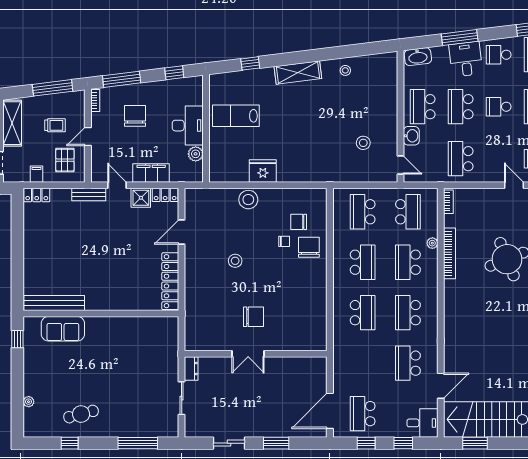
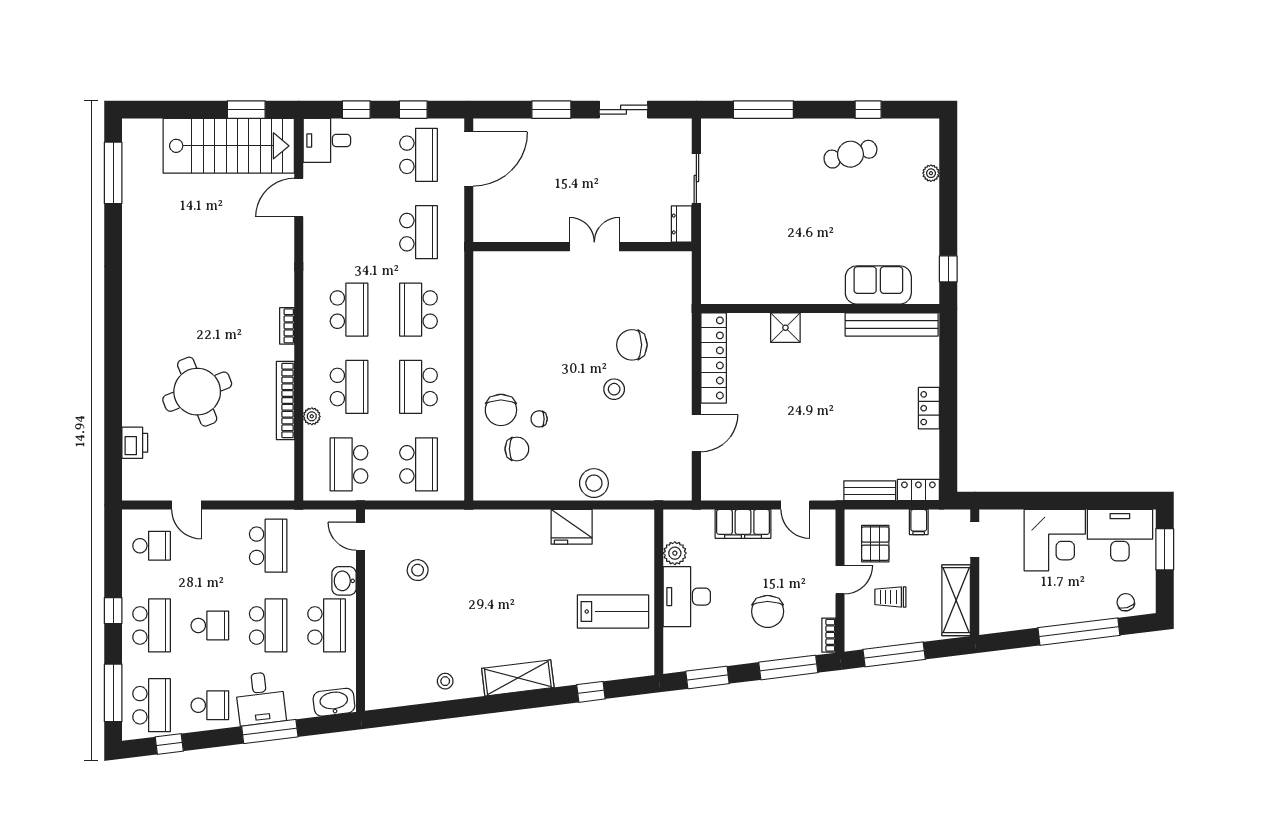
window: (174, 73) -> (707, 677), width x1.50
bench: (89, 195) -> (870, 491), moved
locker: (165, 195) -> (929, 408), moved, turned -90
shower: (141, 198) -> (785, 328), moved
bookcase: (448, 202) -> (287, 326), moved
chair: (253, 317) -> (632, 345), moved
school desk: (408, 363) -> (419, 232), moved

